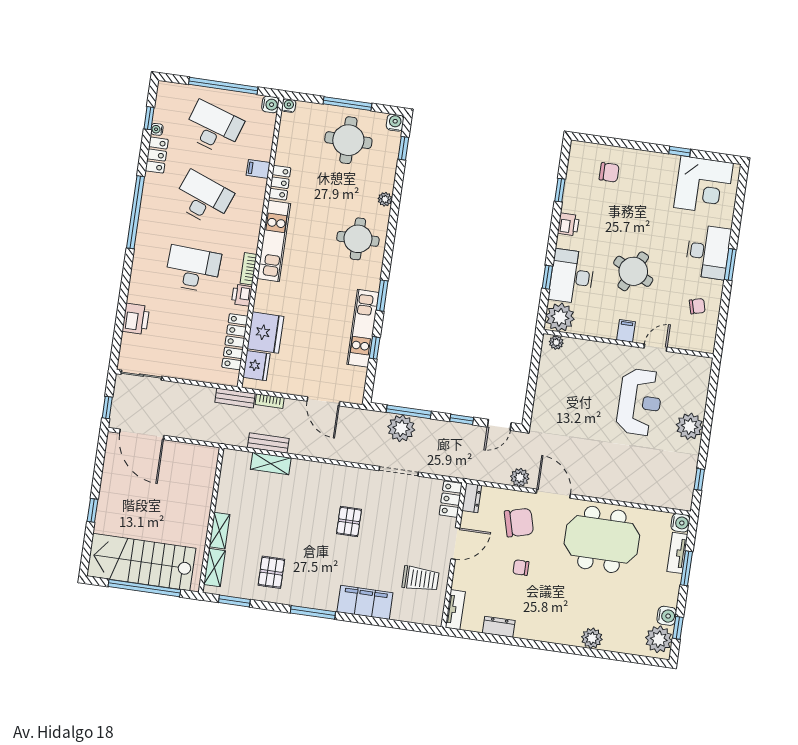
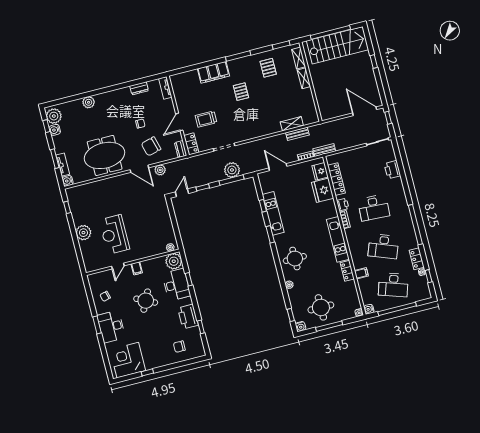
printer: (568, 224) -> (188, 317), width x1.87, depth x1.48
pallet: (349, 522) -> (241, 92), moved
trolley: (420, 579) -> (206, 119), moved

